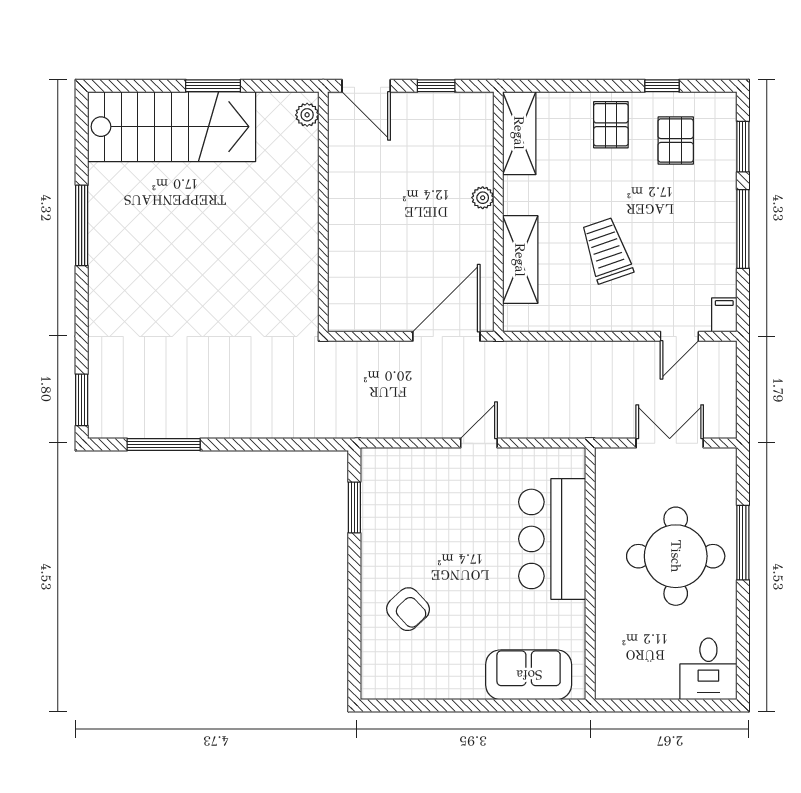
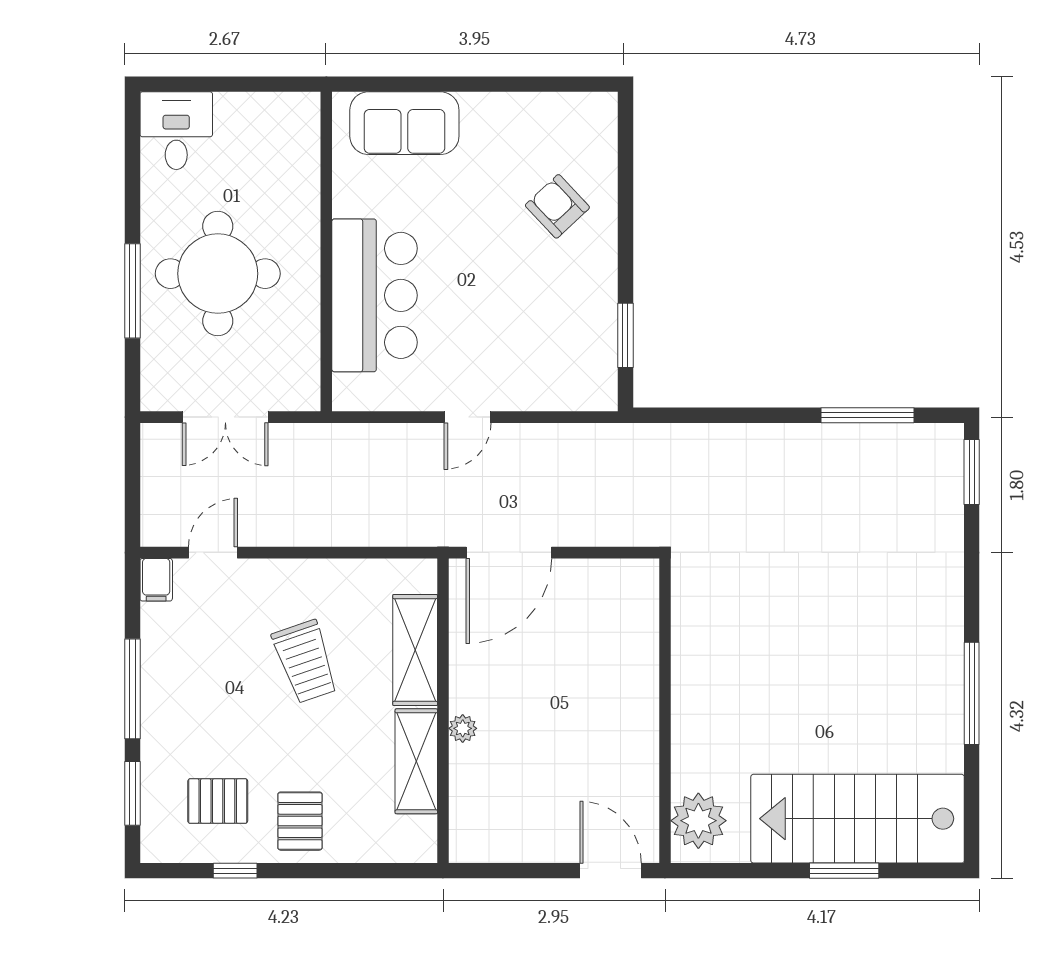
window: (213, 86) -> (844, 871), moved
window: (436, 86) -> (522, 871), removed
plant: (307, 115) -> (698, 821), width x1.88, depth x1.88
shelving: (519, 133) -> (416, 761), moved
pallet: (676, 141) -> (218, 801), turned 90

